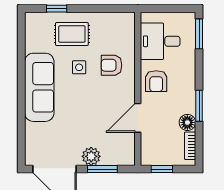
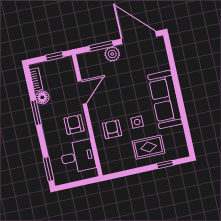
armchair: (111, 65) -> (112, 129), turned -90

